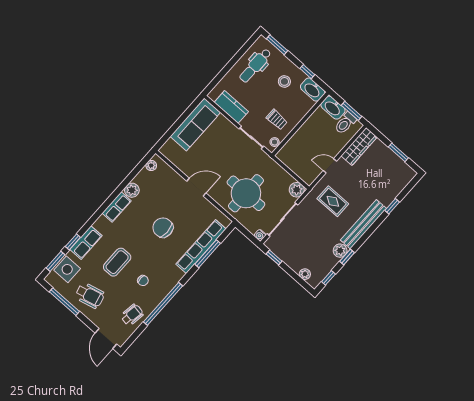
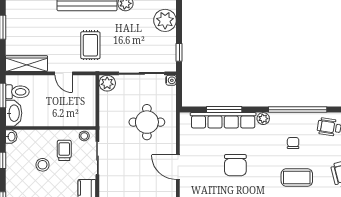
stool: (284, 81) -> (43, 165), moved
washbasin: (313, 90) -> (11, 137), width x0.52, depth x0.69
round table: (246, 193) -> (147, 122), width x0.73, depth x0.73
plant: (305, 274) -> (165, 20), width x1.87, depth x1.87
plant: (178, 275) -> (263, 119), added

